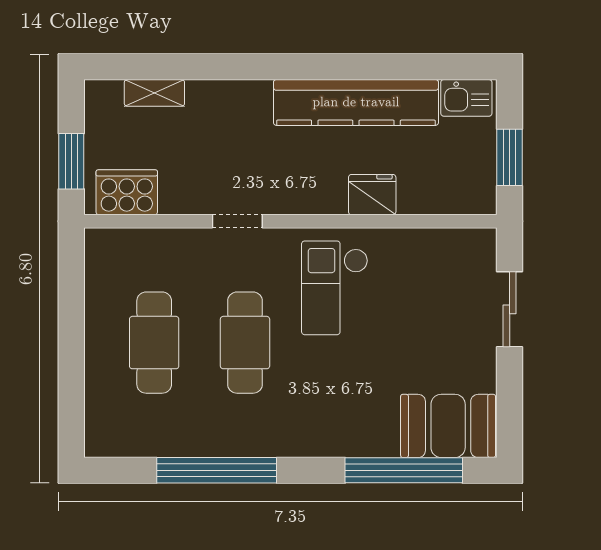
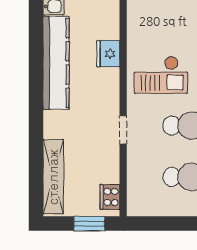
shelving: (154, 93) -> (53, 177), width x2.20, depth x1.33
cooker: (127, 192) -> (110, 197), width x0.73, depth x0.76

